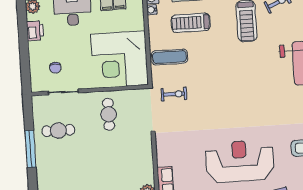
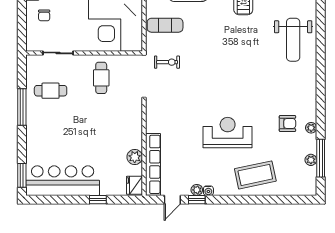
chair: (55, 68) -> (44, 15), moved
reception desk: (240, 161) -> (228, 133), width x0.74, depth x0.77

